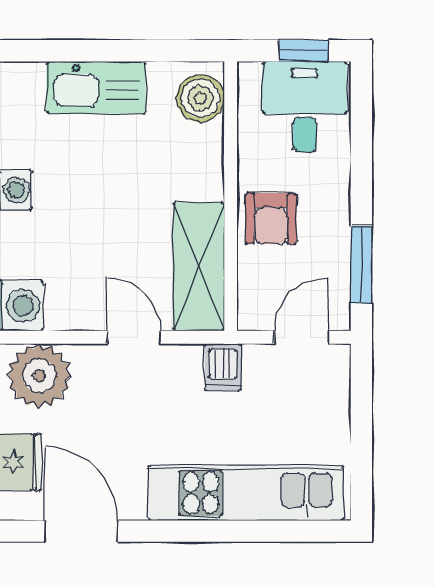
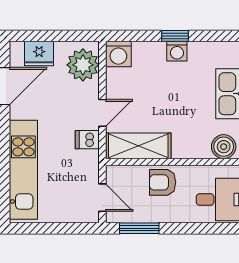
dishwasher: (223, 367) -> (87, 140), moved

